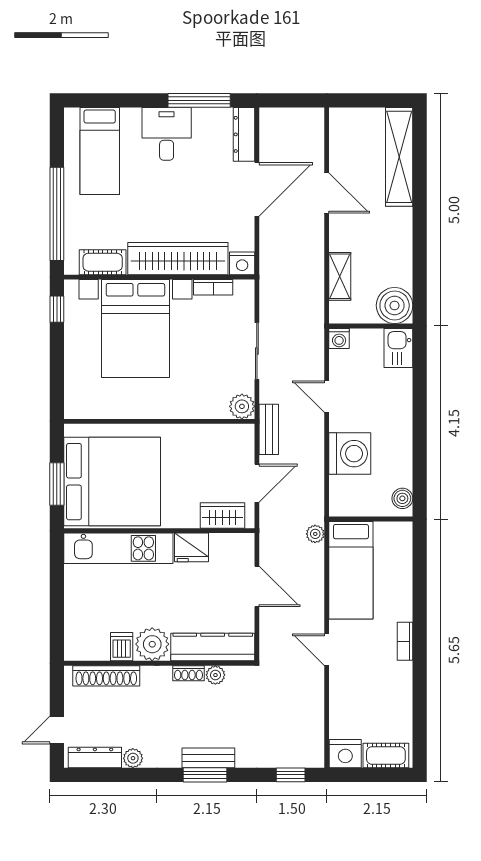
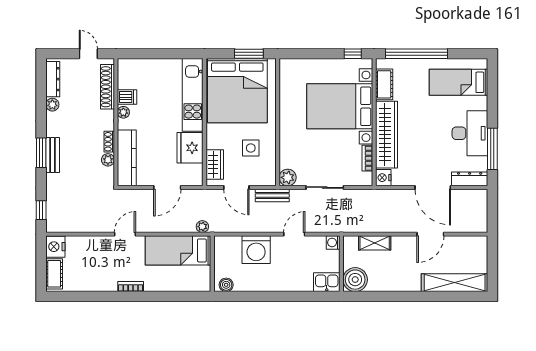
desk: (167, 134) -> (470, 133), width x1.37
side table: (198, 462) -> (251, 148), added
window: (57, 484) -> (249, 54), moved
fridge: (191, 547) -> (190, 148), width x1.36, depth x1.34
plant: (152, 644) -> (123, 112), width x0.53, depth x0.53
door: (57, 730) -> (88, 54), moved

